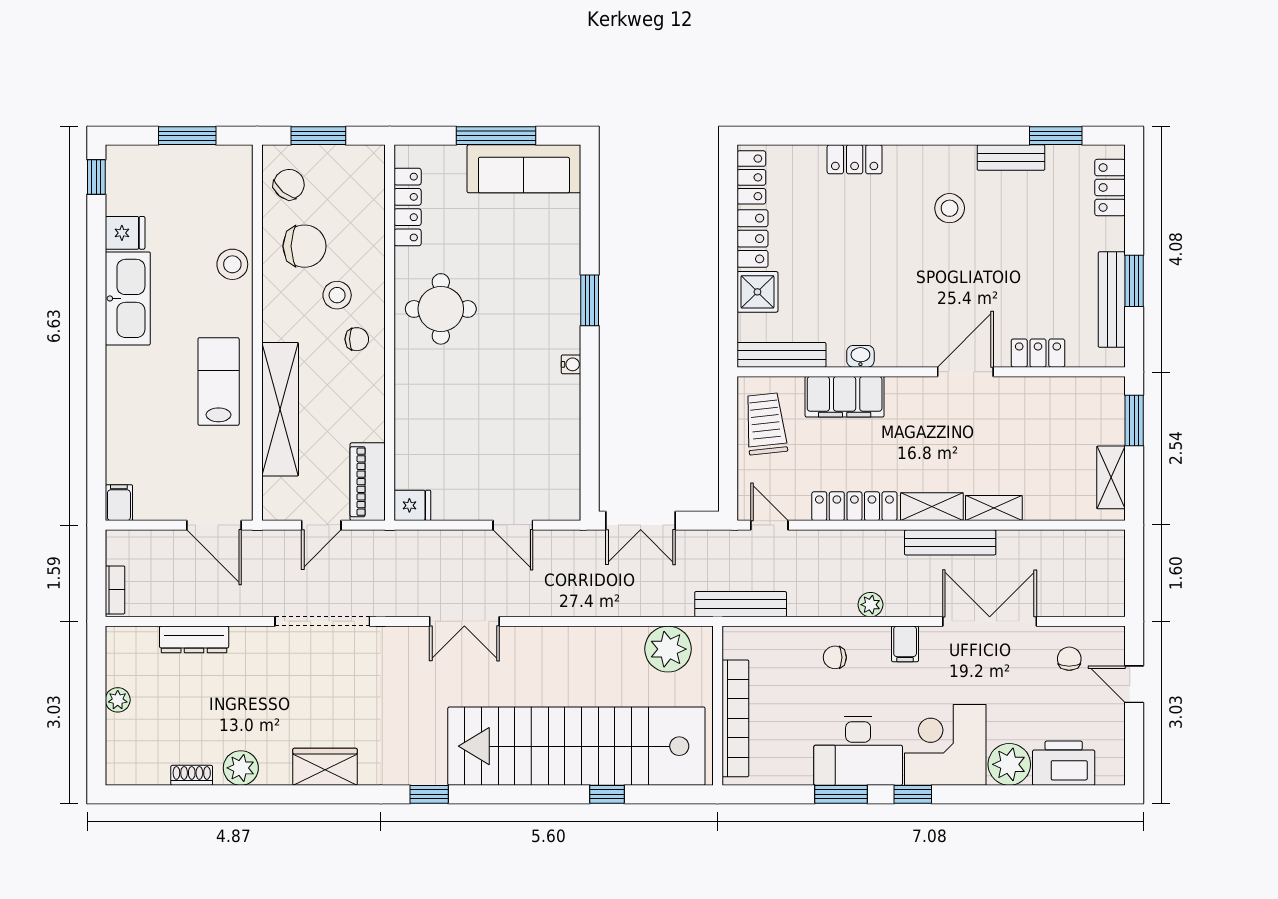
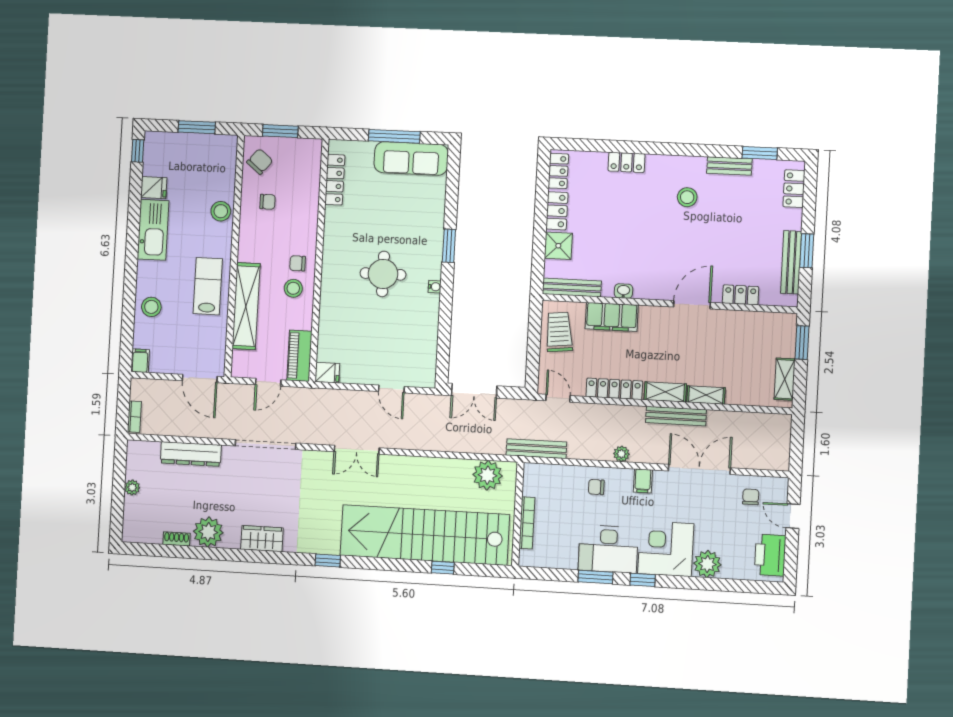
chair: (304, 246) -> (267, 202), width x0.54, depth x0.54
stool: (337, 295) -> (293, 288), moved
round table: (441, 309) -> (383, 274), moved
chair: (357, 339) -> (298, 263), turned 180
stool: (132, 418) -> (151, 307), added
dresser: (194, 639) -> (191, 454), width x1.37, depth x1.24
bookcase: (735, 718) -> (527, 523), width x0.68, depth x0.76
printer: (1064, 763) -> (770, 555), moved, turned -90
plant: (241, 768) -> (208, 532), width x1.36, depth x1.36

